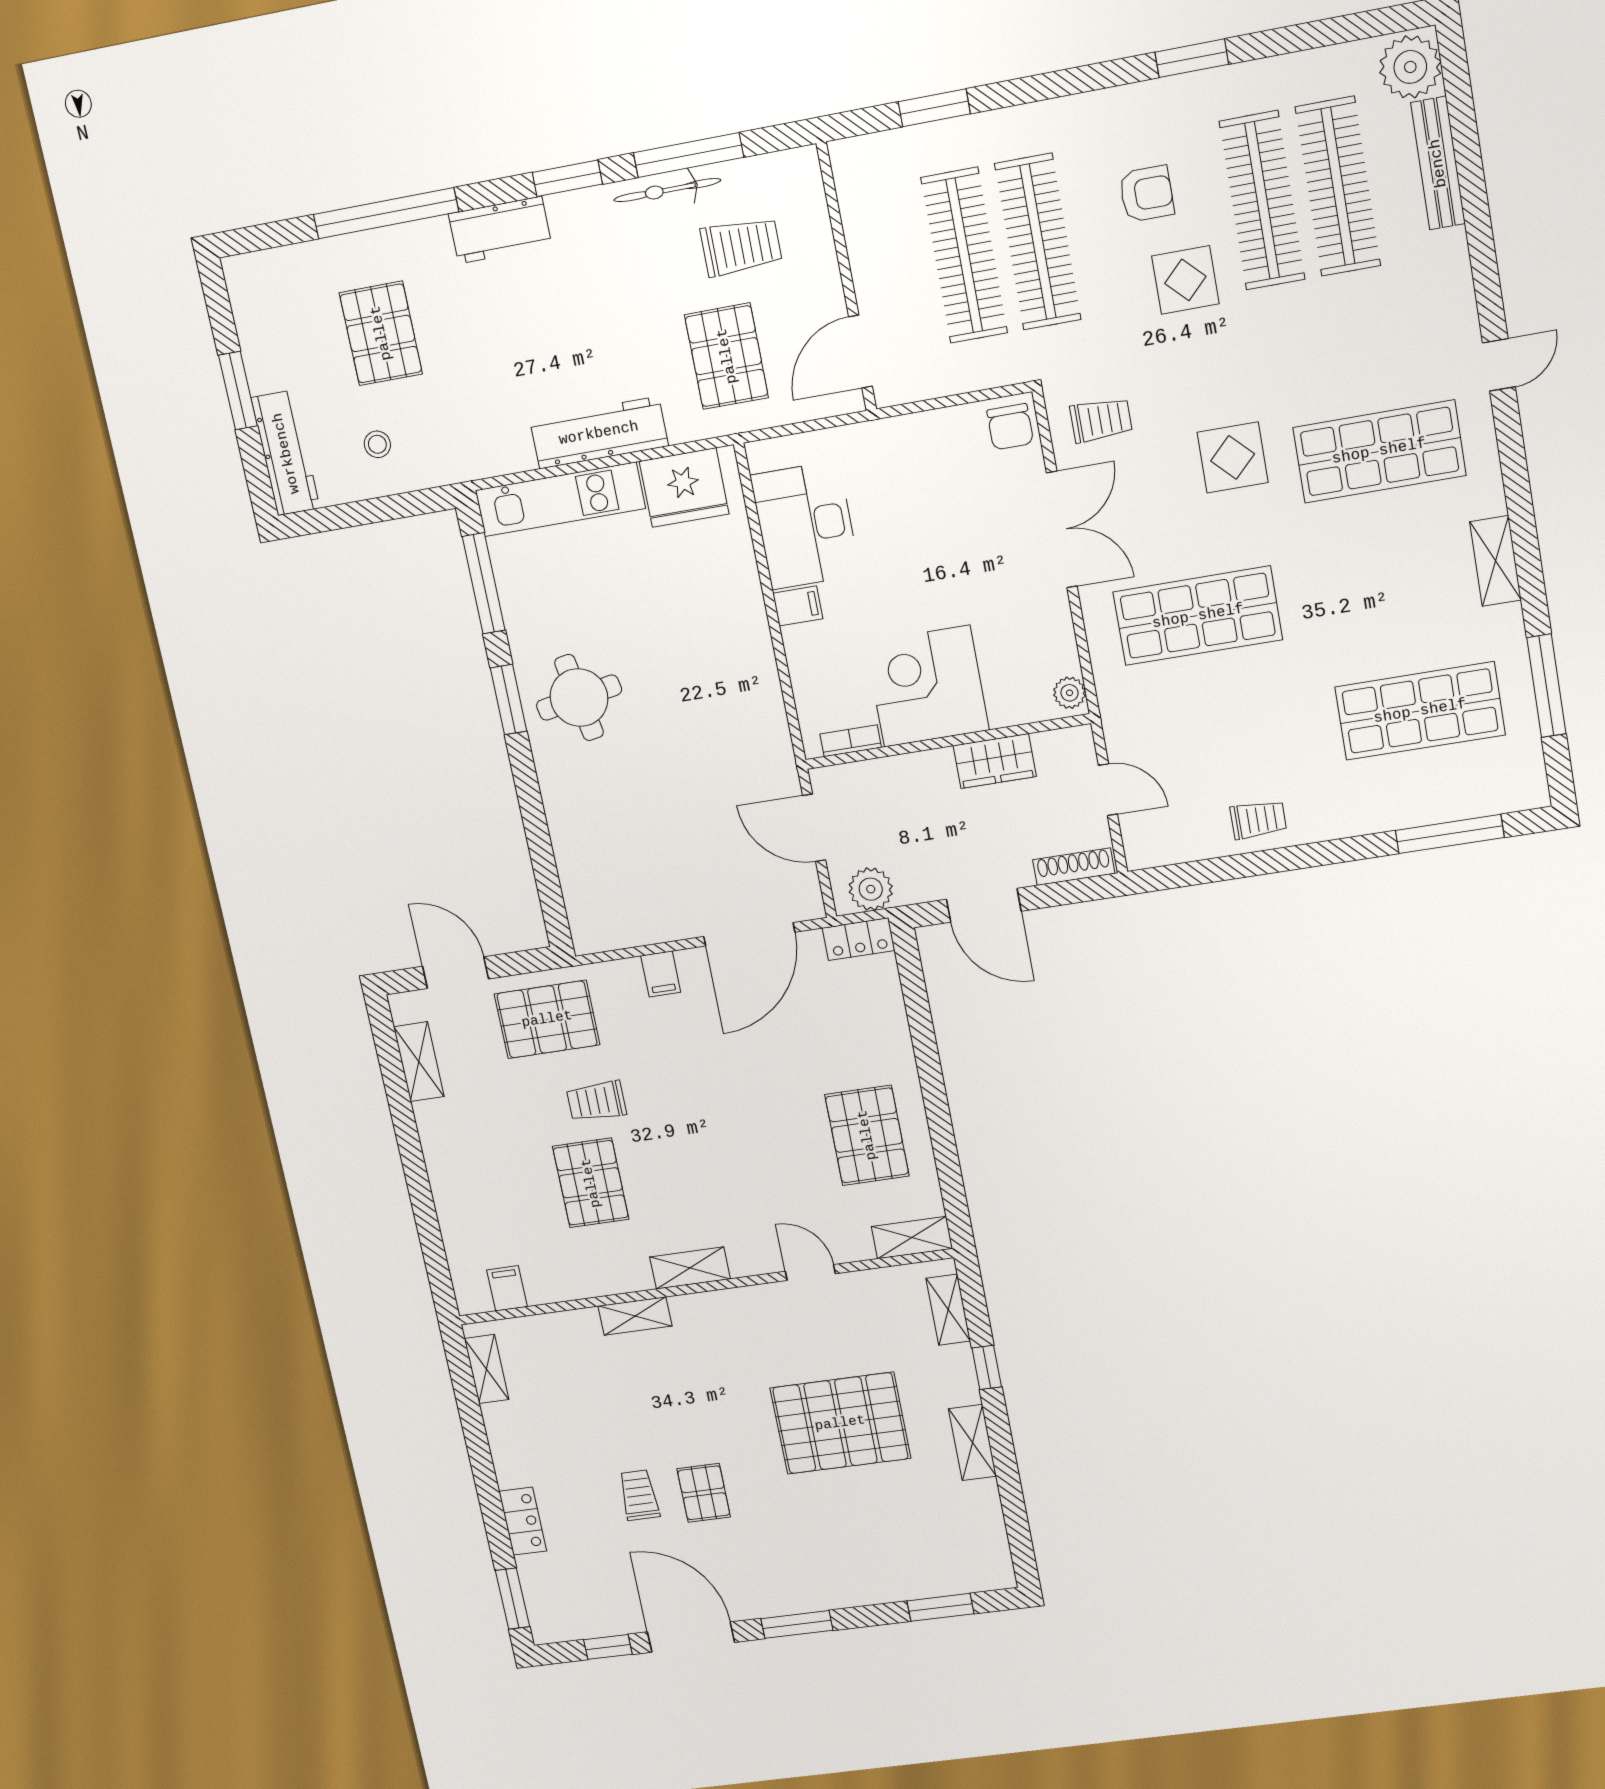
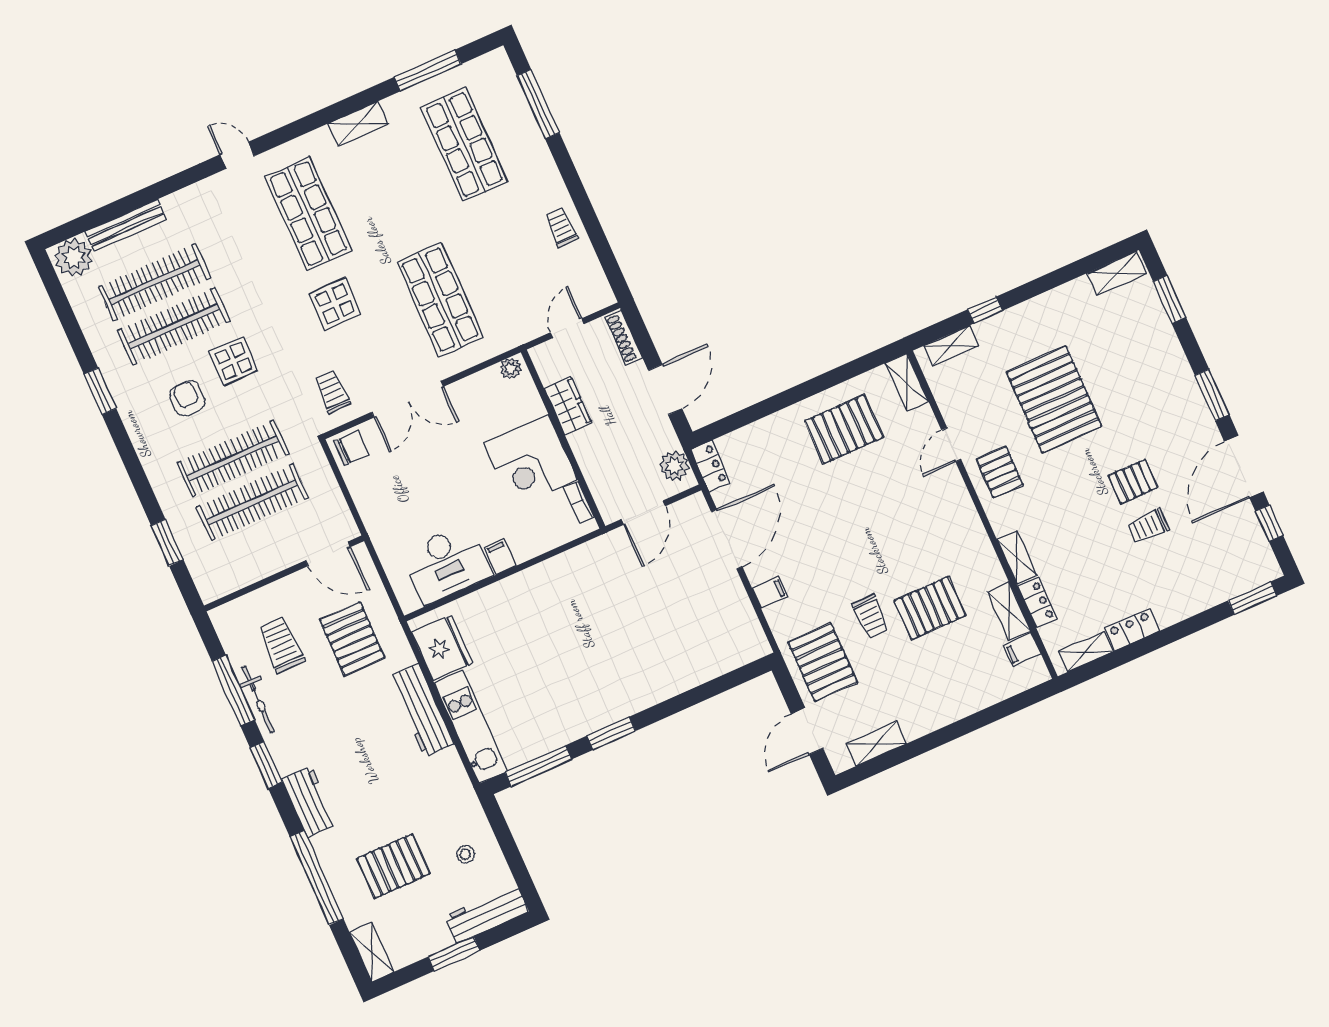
shelving: (262, 269) -> (372, 952), added
pallet: (727, 356) -> (352, 639), turned 90
double door: (1062, 530) -> (407, 399), swing flipped
round table: (579, 698) -> (597, 687), removed
door: (749, 934) -> (727, 539), hinge flipped
shelving: (690, 1268) -> (1009, 611), moved
locker: (567, 1326) -> (1038, 602), added
pallet: (757, 1326) -> (1000, 472), added
shelving: (972, 1443) -> (1117, 273), moved
locker: (523, 1521) -> (1132, 630), moved

